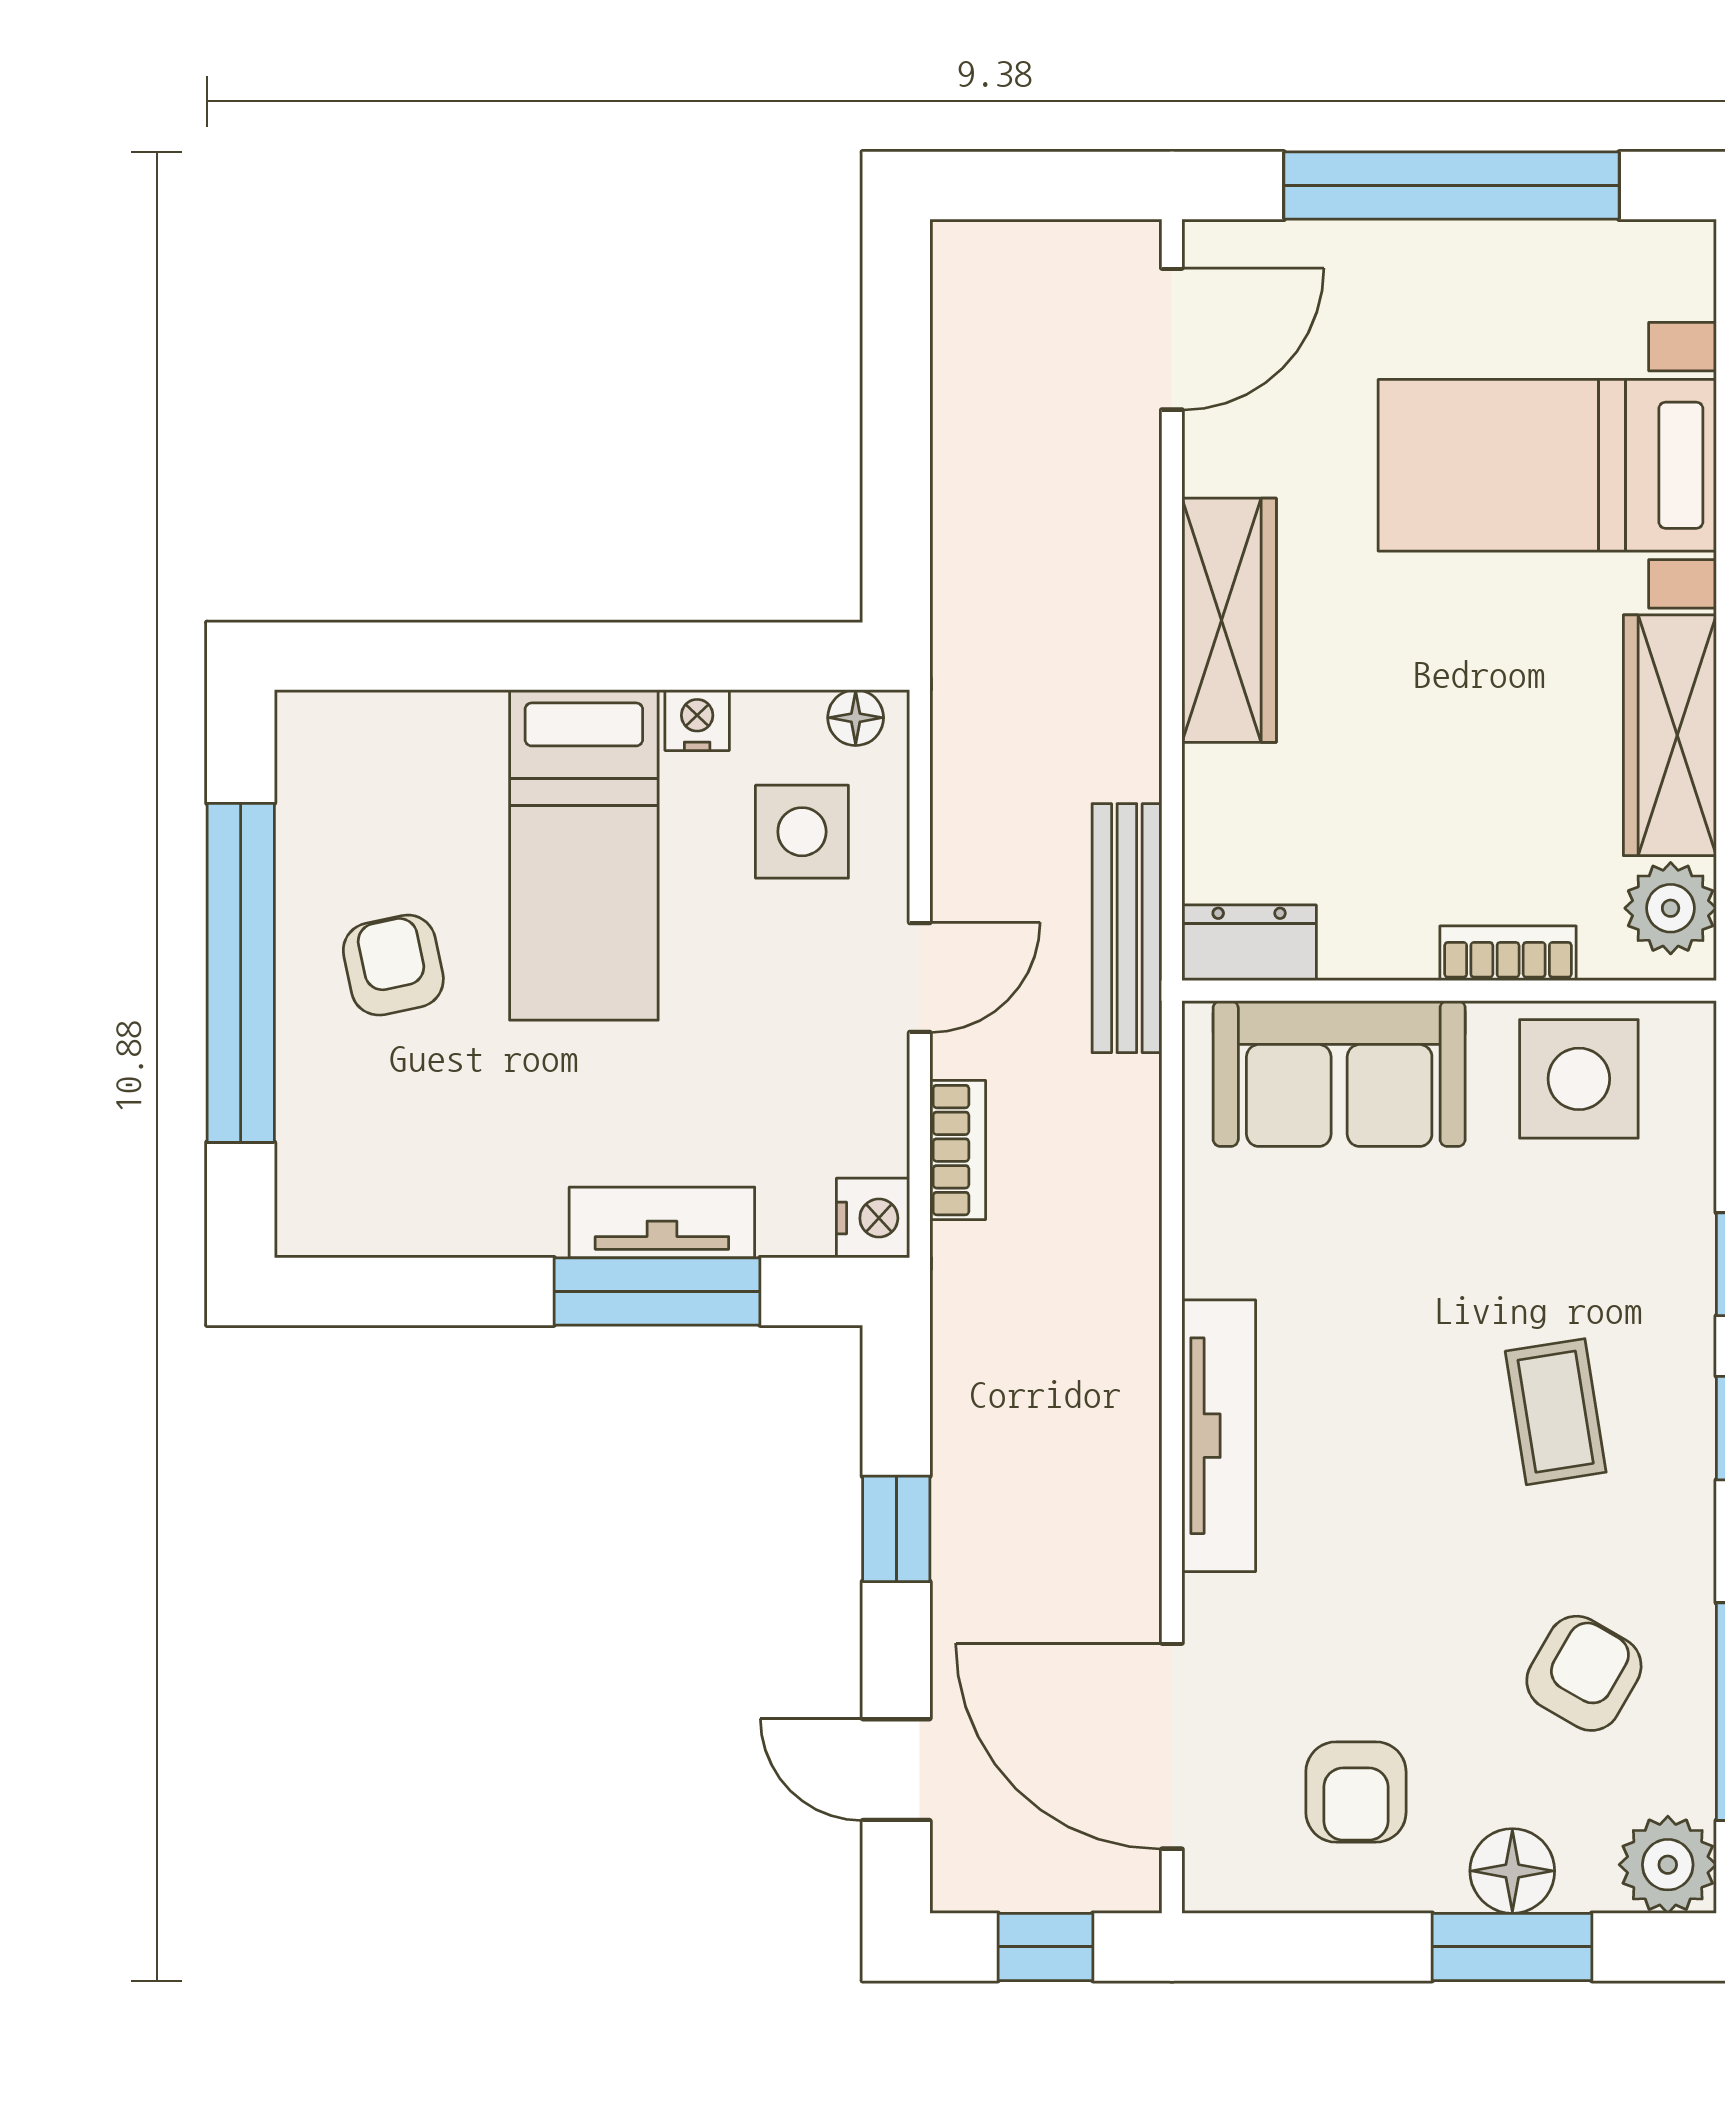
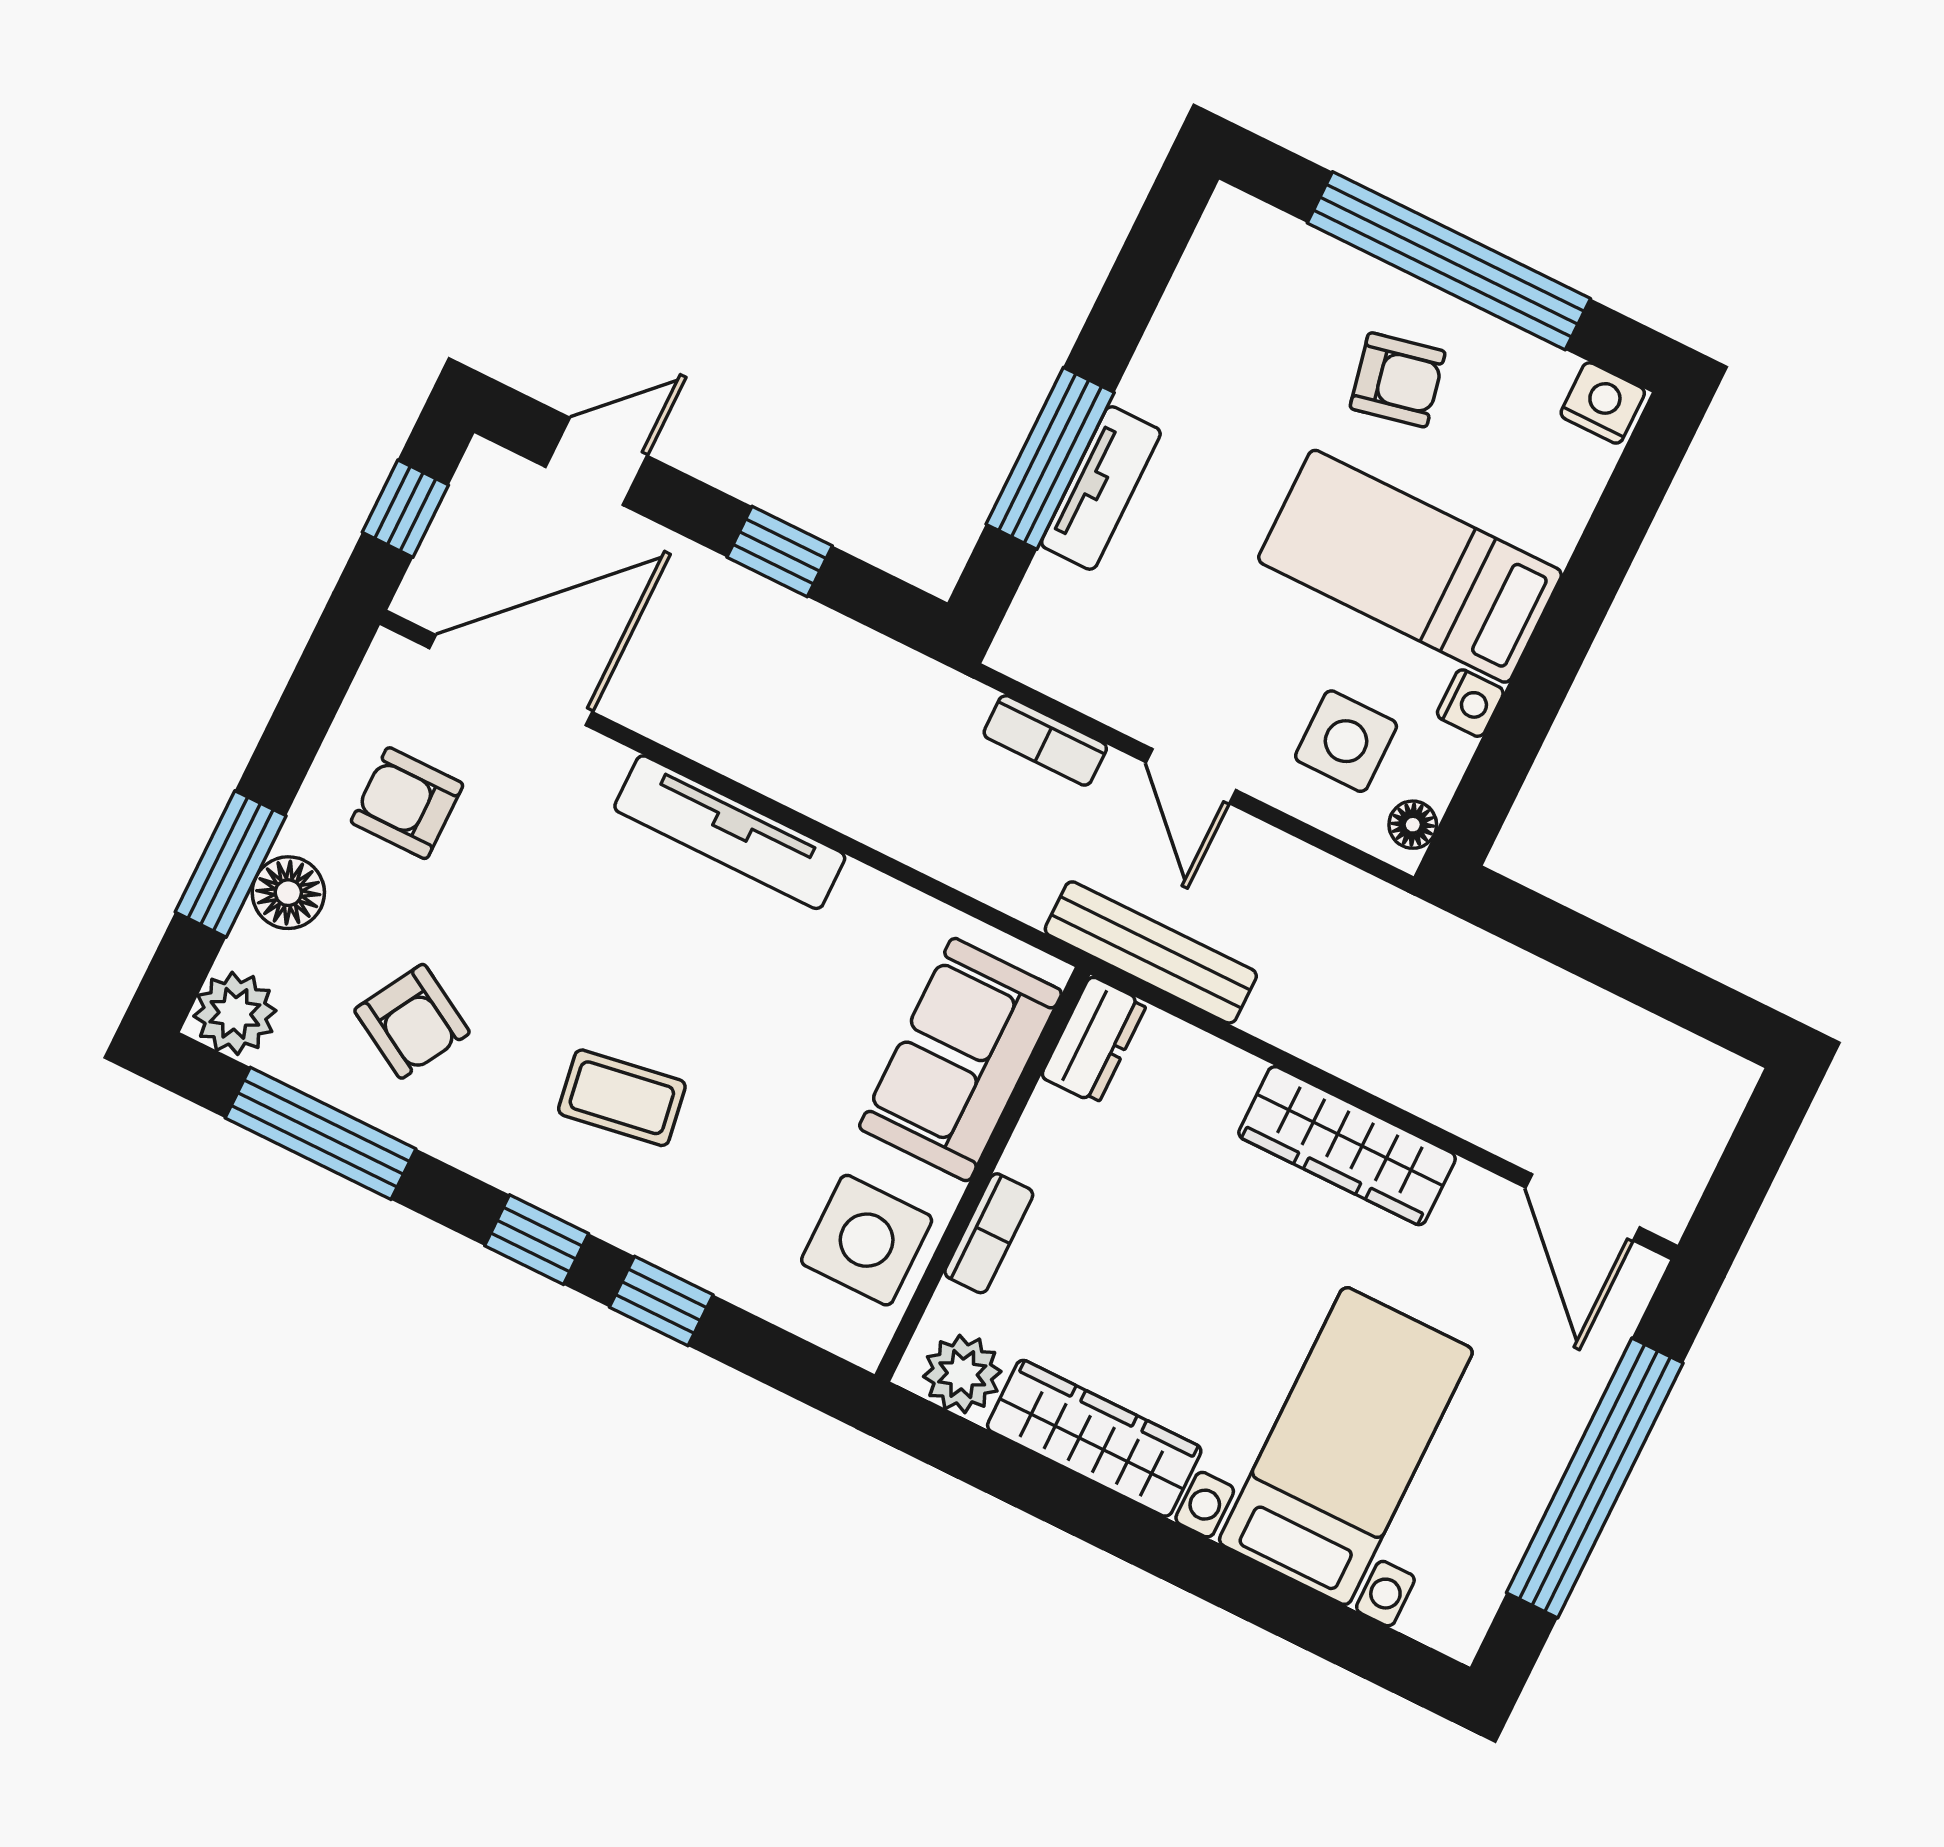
nightstand: (873, 1218) -> (1603, 403), moved, turned 180

